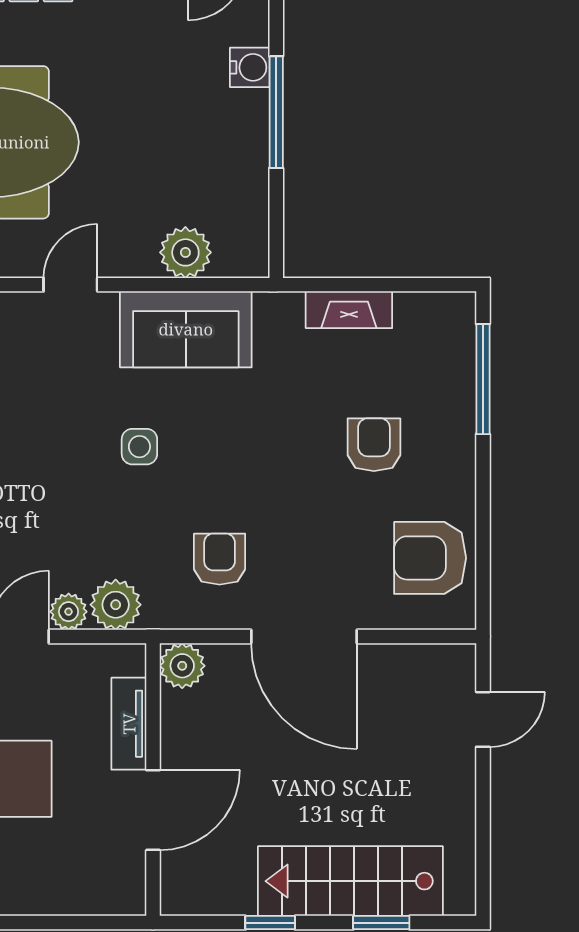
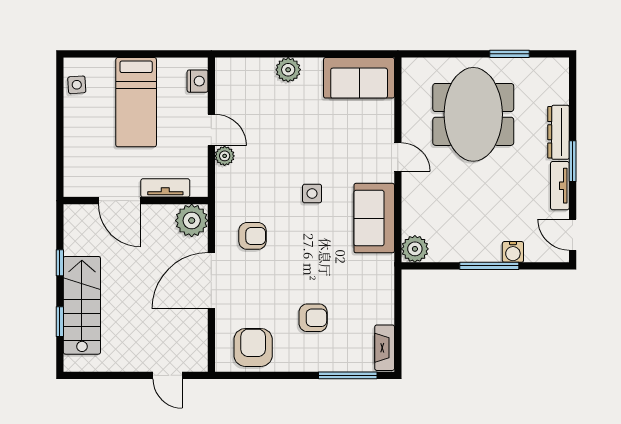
plant: (185, 252) -> (415, 249), moved
fireplace: (349, 310) -> (385, 348), moved
plant: (116, 605) -> (228, 181), removed
plant: (182, 666) -> (192, 221), width x1.36, depth x1.36

